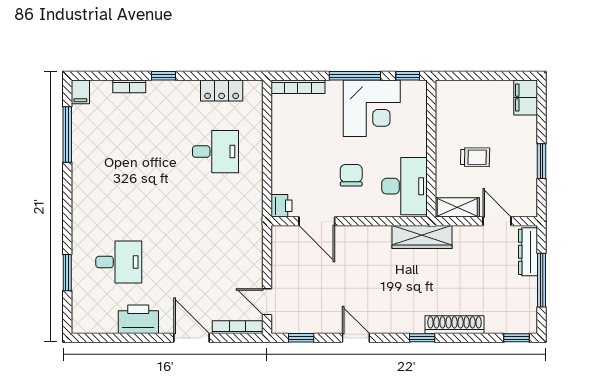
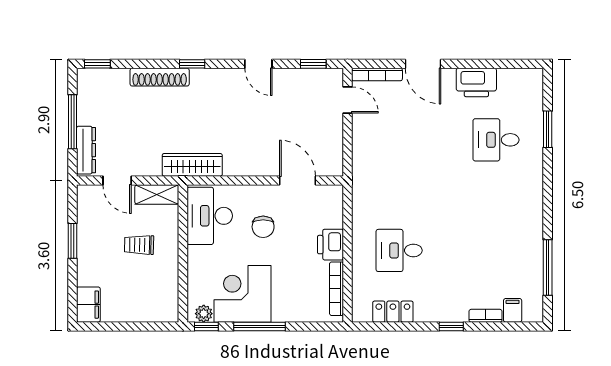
bookcase: (298, 87) -> (336, 289), moved, turned -90
plant: (410, 89) -> (204, 314), added
filing cabinet: (80, 92) -> (513, 310), moved
printer: (281, 206) -> (330, 245), moved, width x1.36, depth x1.24

